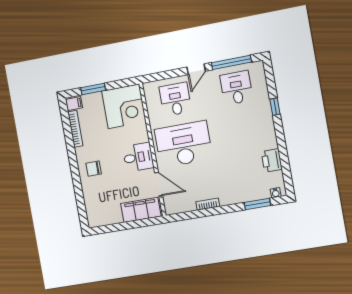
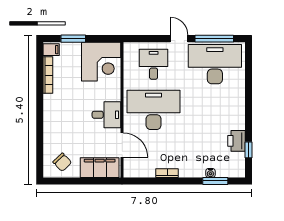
door: (196, 69) -> (179, 39), swing flipped
desk: (236, 88) -> (215, 64), width x1.87, depth x1.30
window: (275, 107) -> (248, 150), moved
chair: (94, 169) -> (62, 162), moved, turned -134
water cooler: (276, 193) -> (210, 173), moved

